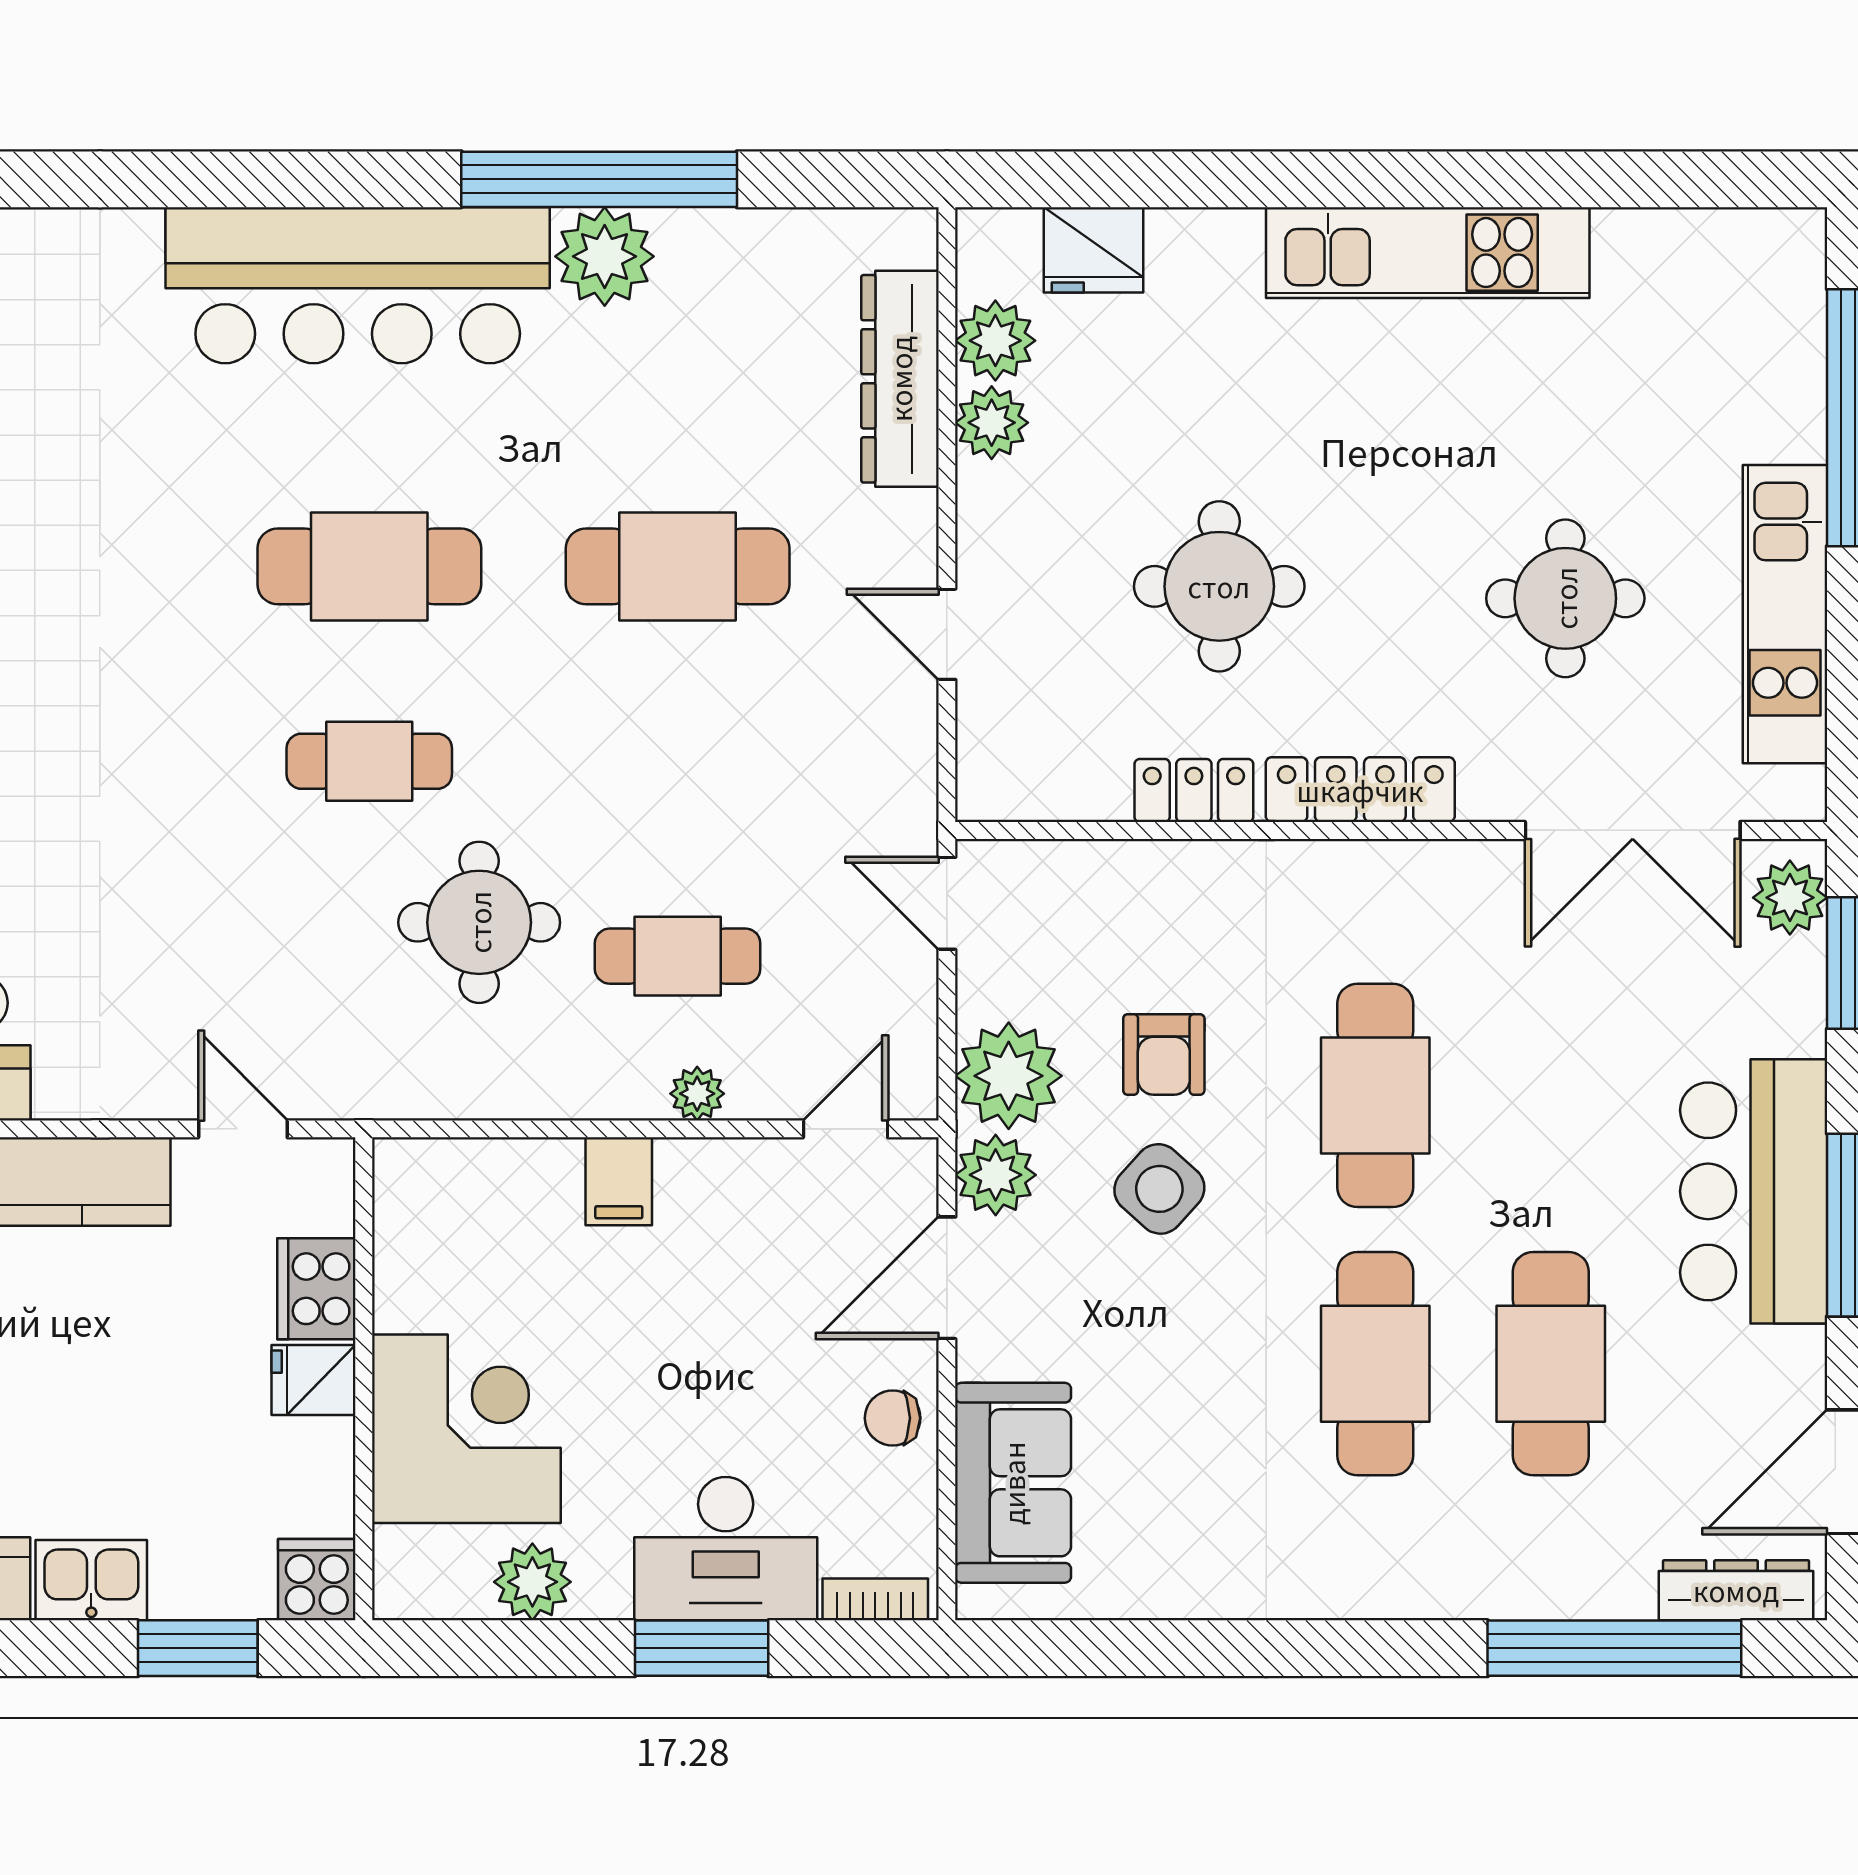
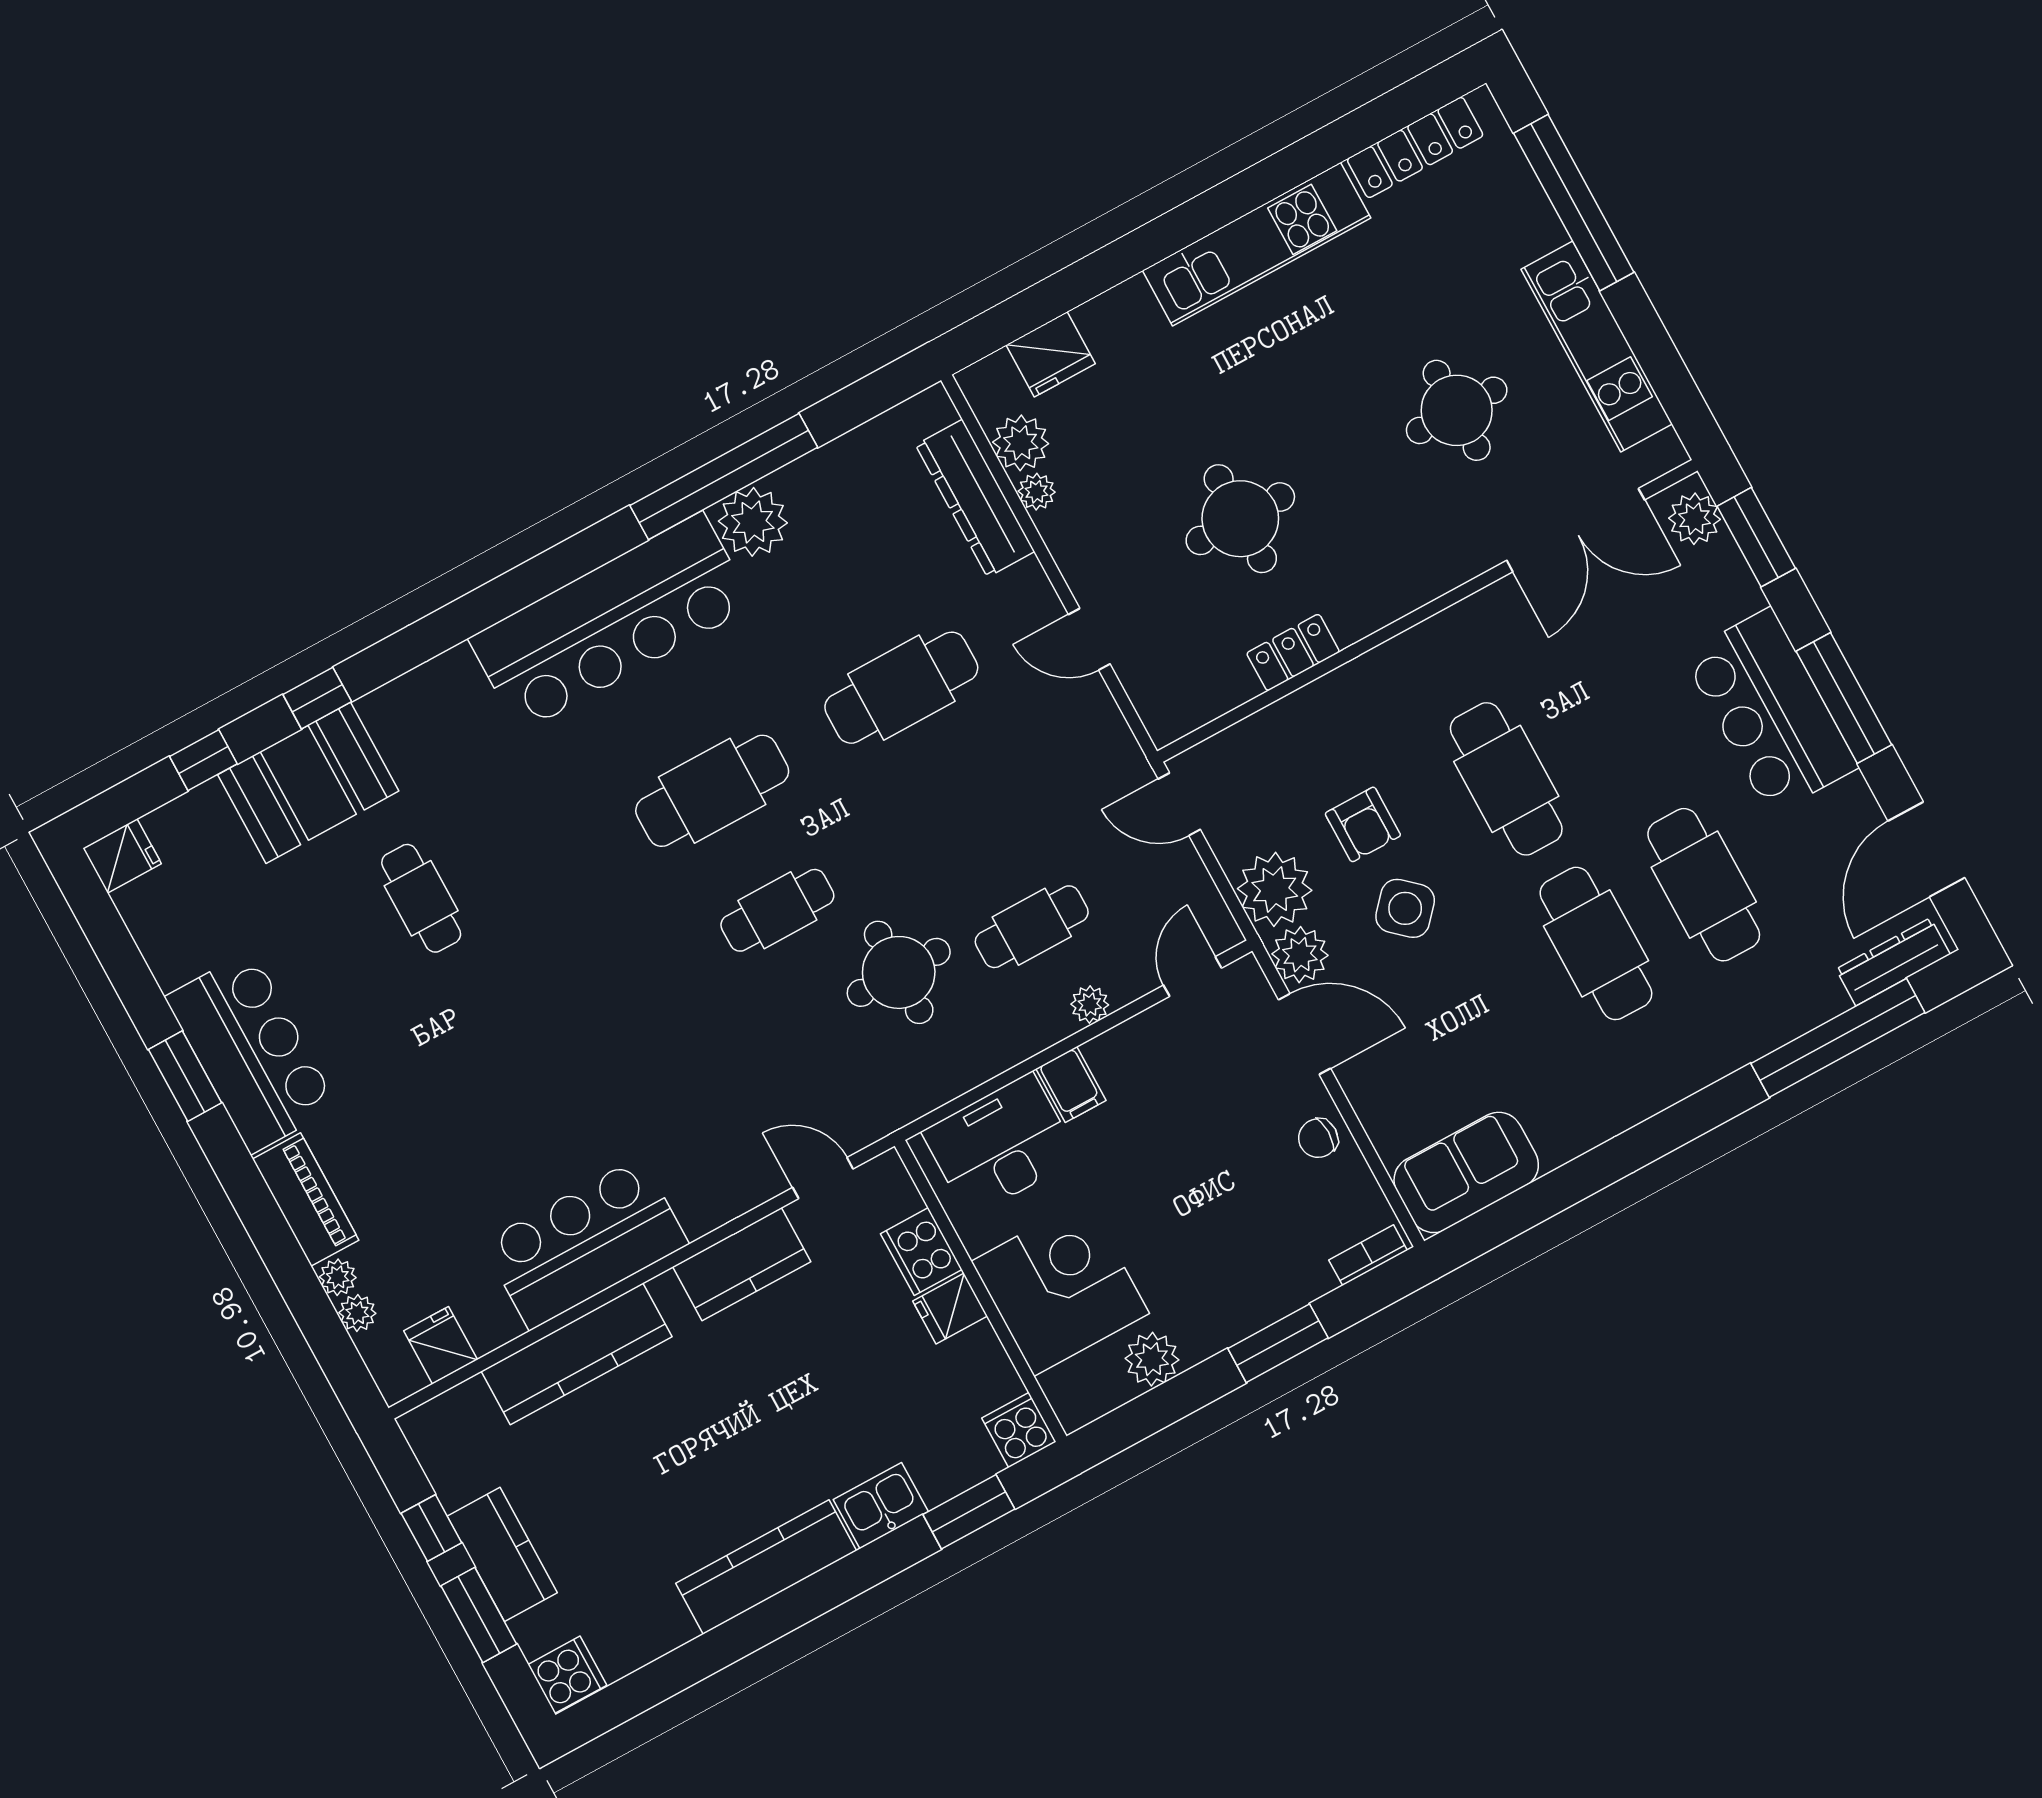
plant: (992, 423) -> (1037, 492), width x0.73, depth x0.73
locker: (1360, 790) -> (1415, 147), moved, turned 180
door: (947, 1278) -> (1304, 1034), swing flipped
sofa: (1013, 1483) -> (1466, 1172), moved, turned -90
desk: (726, 1549) -> (1000, 1145), moved, turned 180

